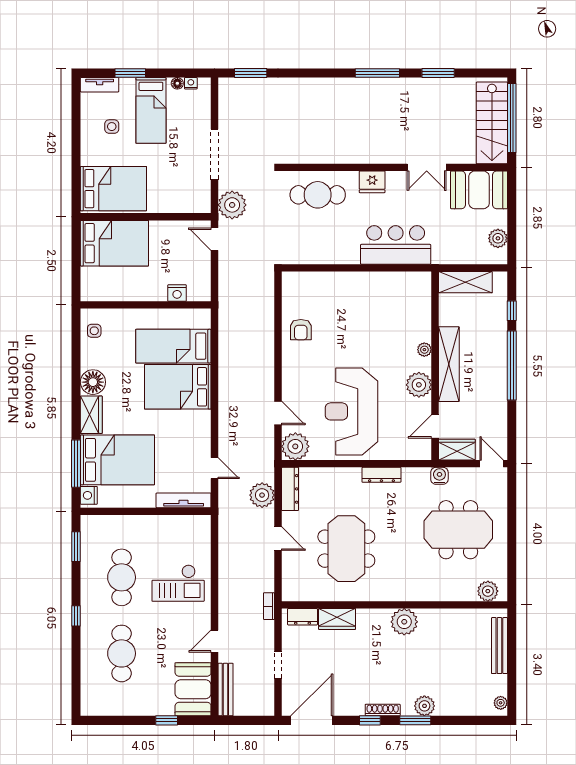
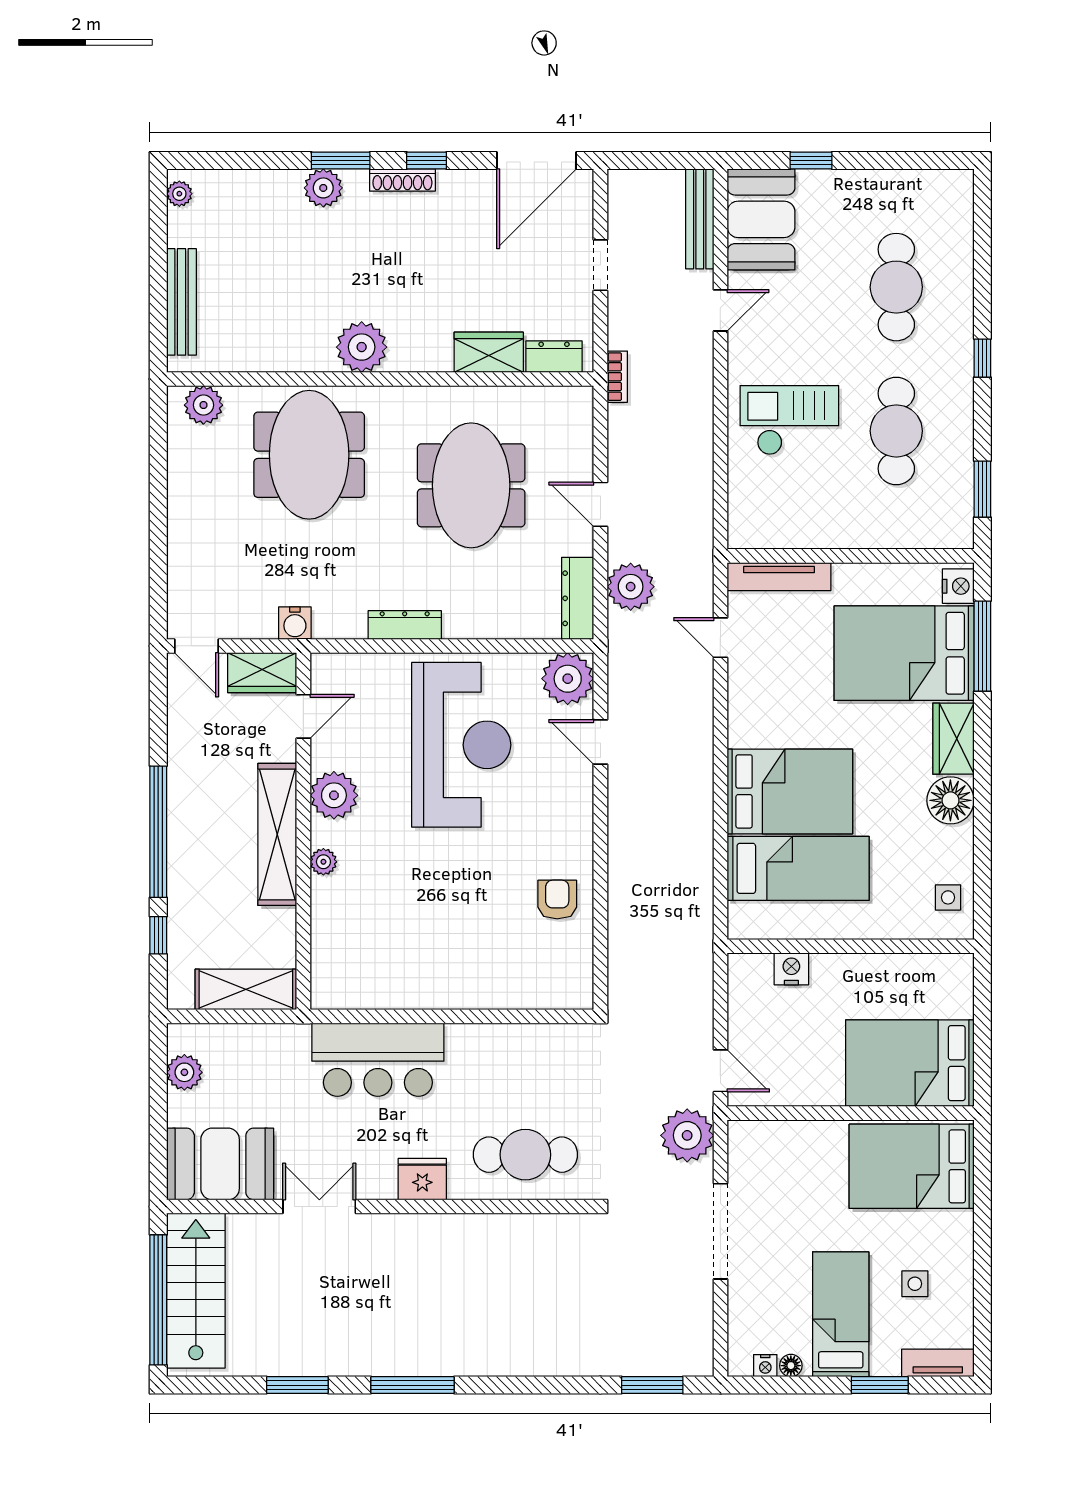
meeting table: (458, 530) -> (309, 455), moved, turned 90

